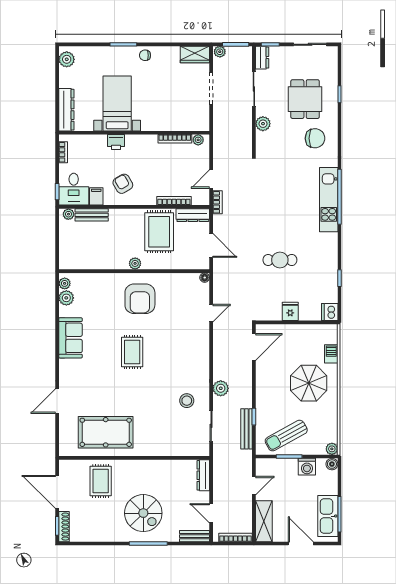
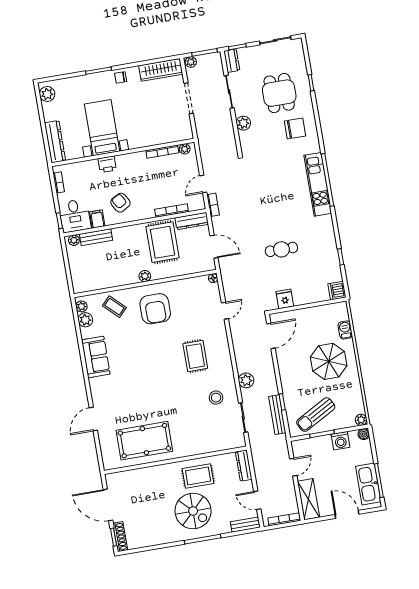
wardrobe: (195, 54) -> (161, 70), width x1.50
coffee table: (98, 289) -> (114, 307), added
fridge: (290, 311) -> (285, 299), moved
rug: (132, 352) -> (195, 356), moved
rug: (101, 481) -> (198, 476), moved, turned 90

